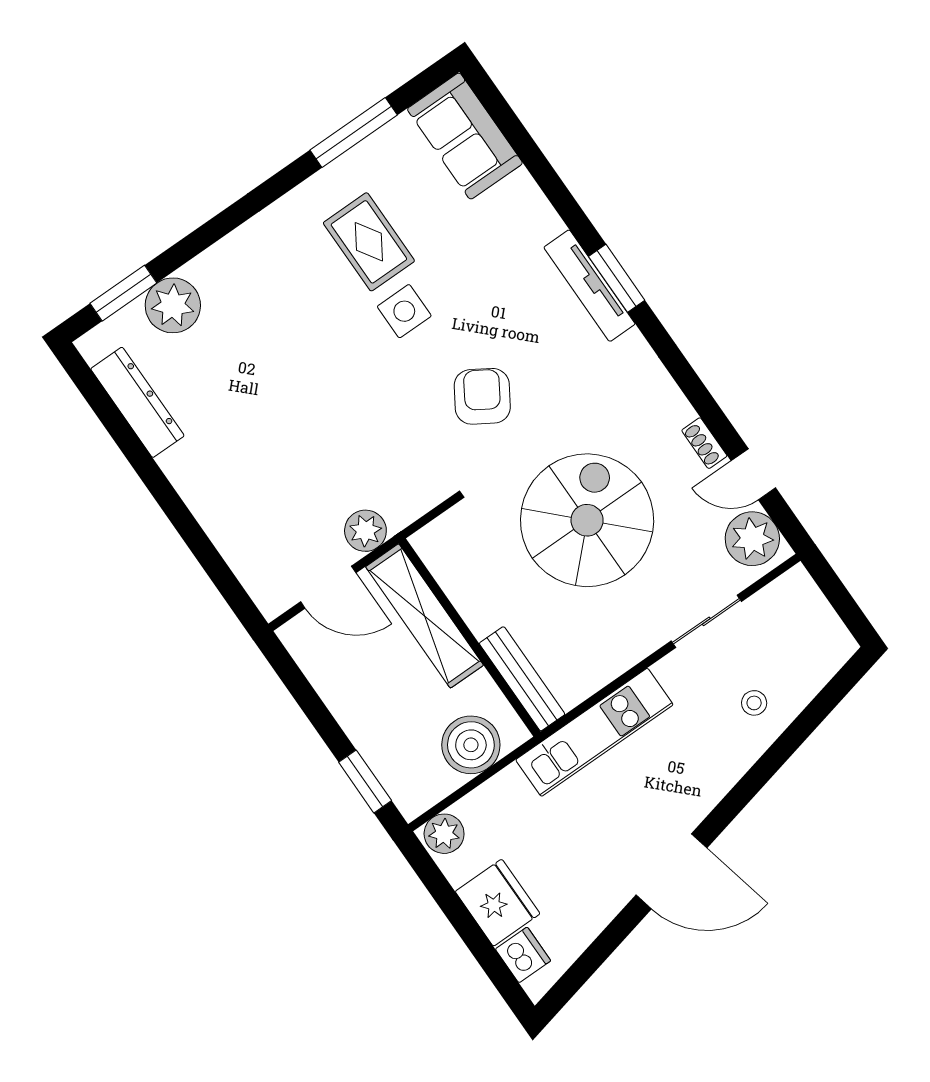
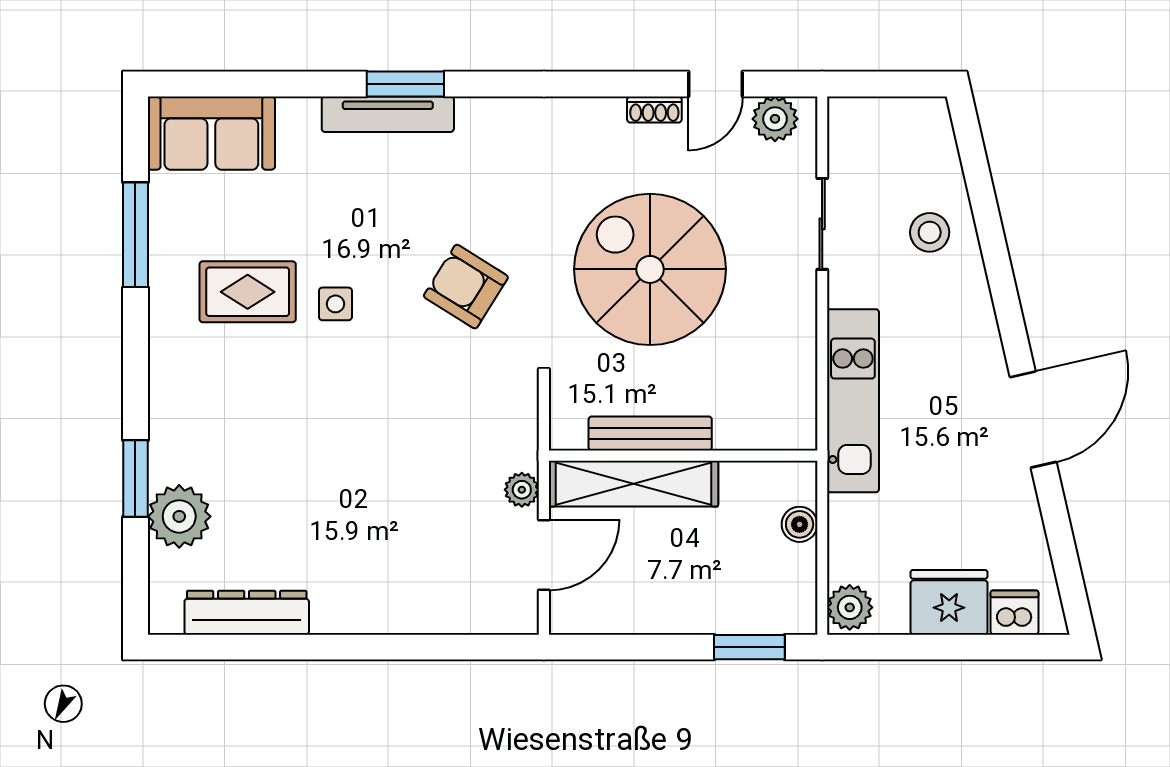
window: (617, 278) -> (405, 84), moved
tv unit: (589, 286) -> (388, 114), moved
window: (123, 293) -> (135, 478), moved
side table: (404, 311) -> (335, 304), width x0.73, depth x0.73
plant: (365, 531) -> (522, 490), width x0.73, depth x0.73
plant: (752, 539) -> (775, 119), width x0.73, depth x0.73
bench: (522, 679) -> (650, 433), moved
stool: (754, 703) -> (930, 232), width x1.37, depth x1.37
boiler: (471, 745) -> (800, 524), width x0.54, depth x0.54

